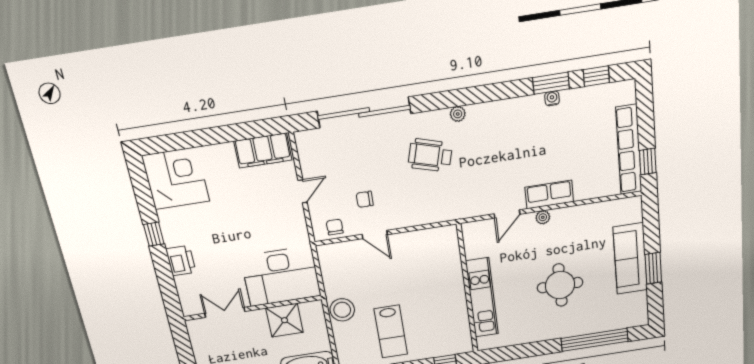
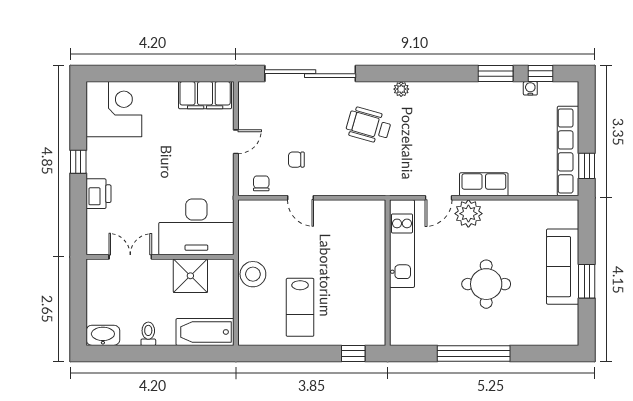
water cooler: (552, 98) -> (530, 88), moved
plant: (543, 217) -> (468, 214), width x1.88, depth x1.88
kitchen unit: (482, 298) -> (402, 244), moved
window: (595, 340) -> (474, 353), moved

